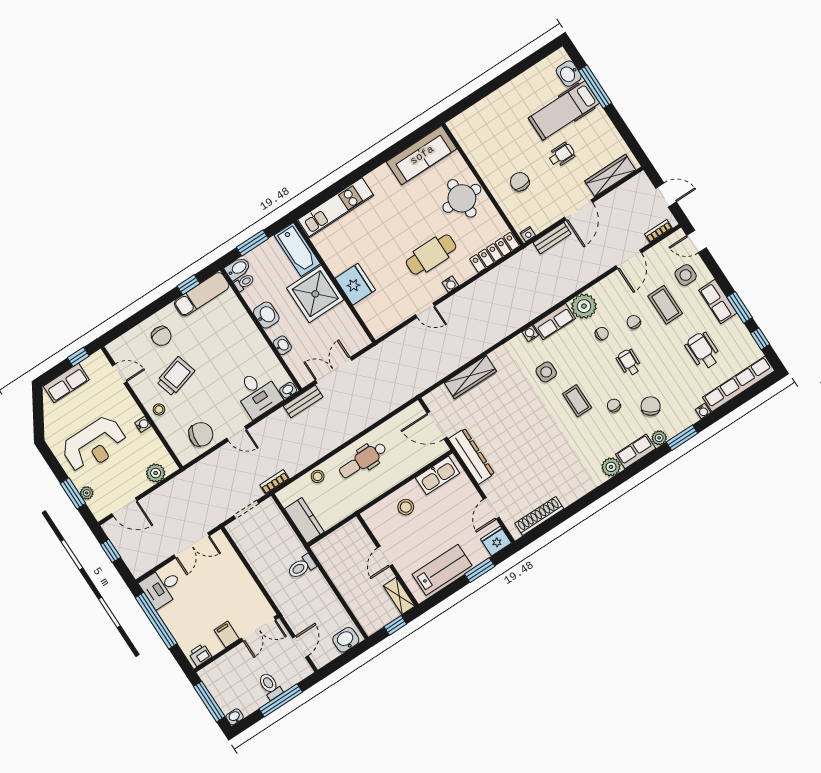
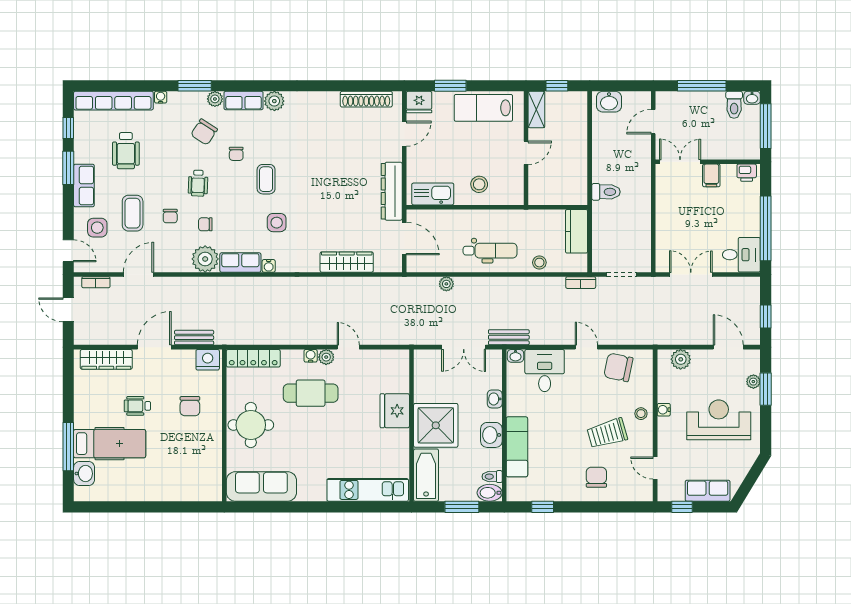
nightstand: (528, 234) -> (208, 360), width x1.89, depth x1.79
plant: (437, 291) -> (326, 357), added
exam couch: (202, 294) -> (517, 447), moved, turned 90
plant: (380, 411) -> (446, 284), added
toilet: (270, 686) -> (734, 105), moved

